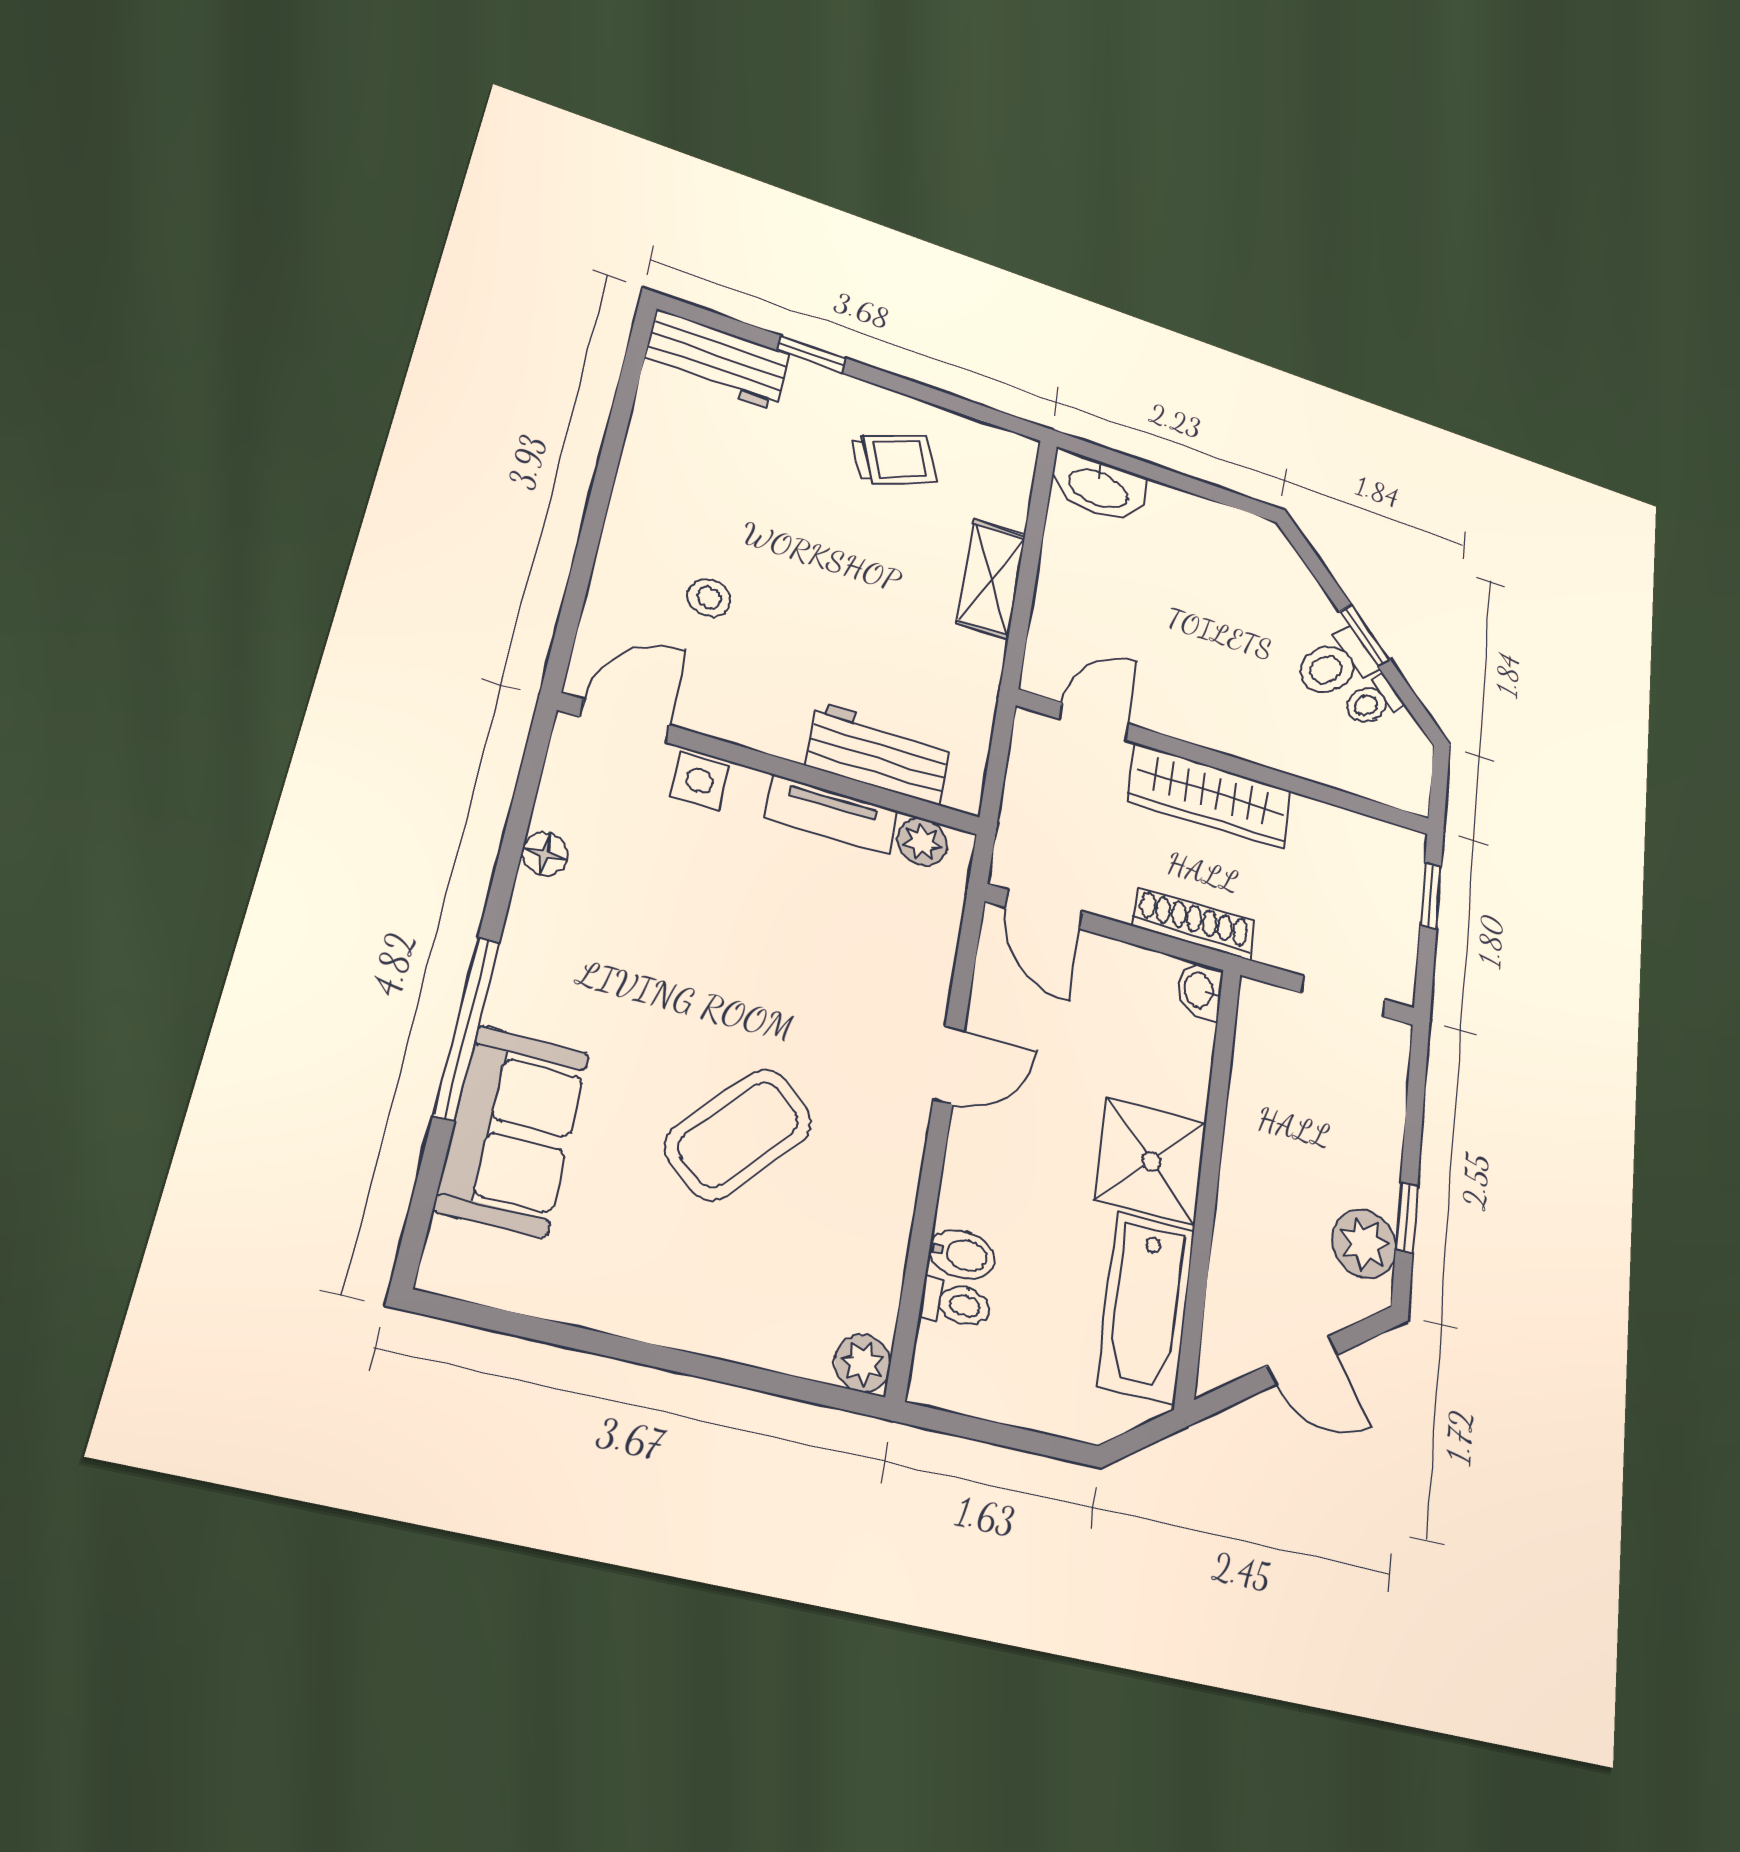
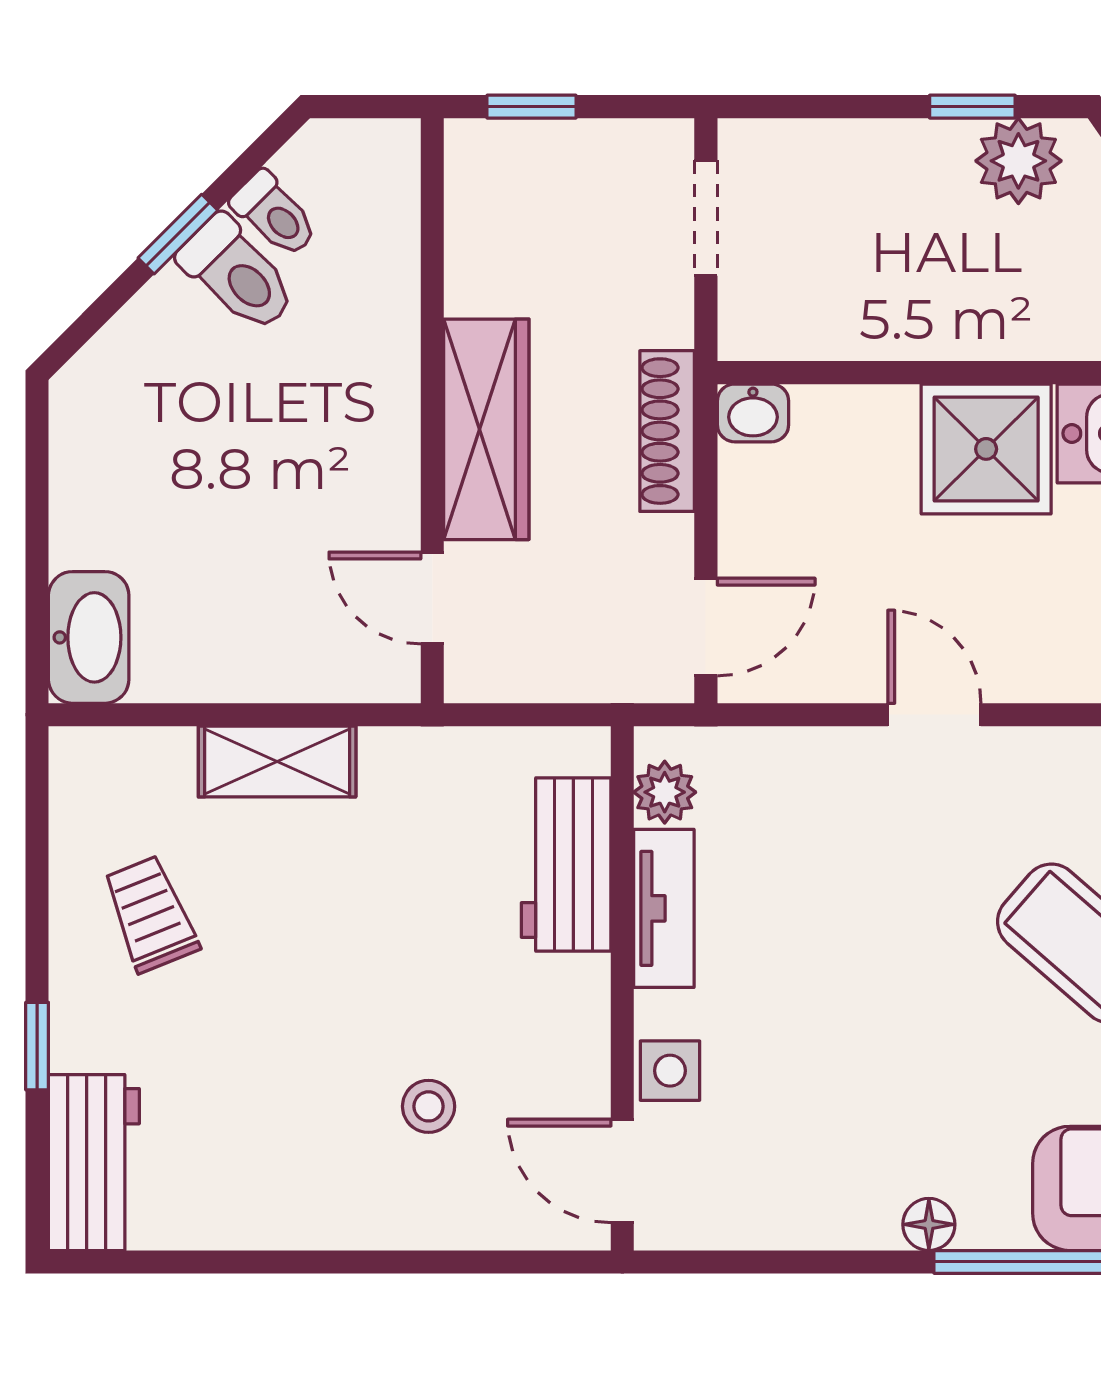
floor lamp: (545, 854) -> (929, 1224), moved

